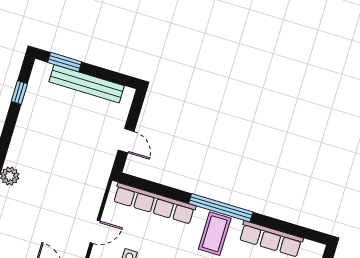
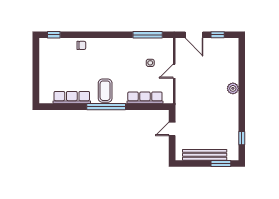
door: (126, 141) -> (172, 129), hinge flipped
row of seats: (154, 203) -> (145, 98), width x0.73

